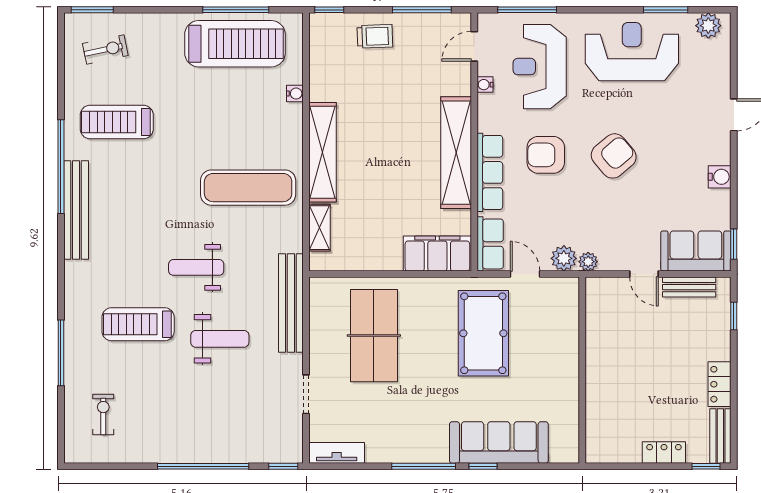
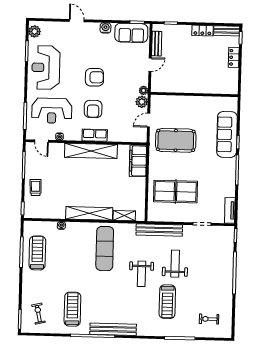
treadmill: (235, 44) -> (37, 253), width x0.73, depth x0.73
treadmill: (117, 122) -> (72, 309), turned 180
armchair: (614, 156) -> (94, 77), turned 129
row of seats: (490, 172) -> (95, 135), width x0.68
row of seats: (490, 244) -> (134, 136), removed
sofa: (696, 251) -> (131, 33), moved, turned -90

